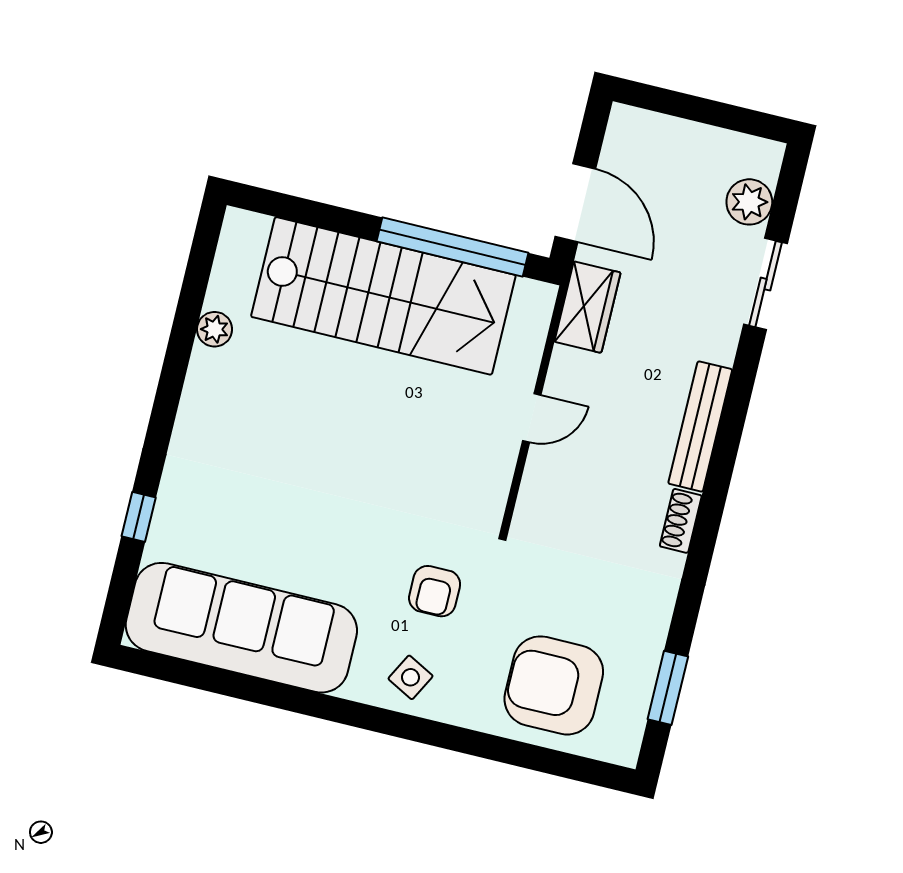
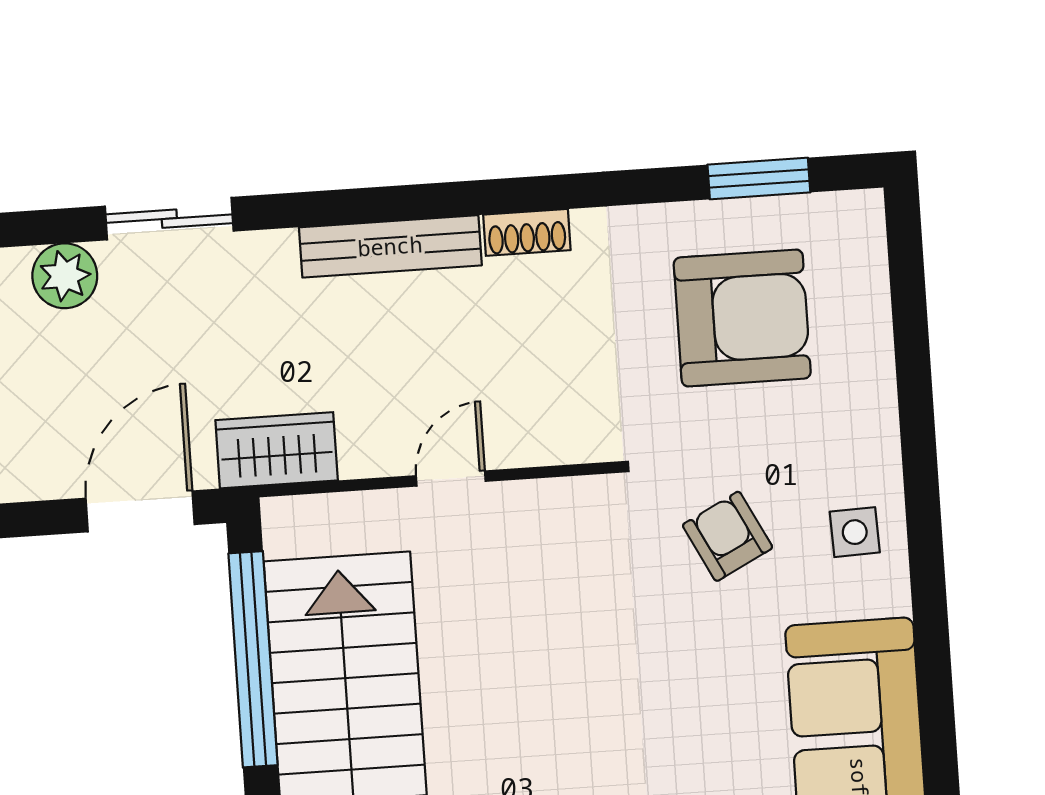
door: (532, 418) -> (451, 479), hinge flipped
armchair: (435, 591) -> (728, 536), turned -117
side table: (411, 677) -> (855, 532), turned -30
armchair: (554, 685) -> (742, 318), moved, turned -90

